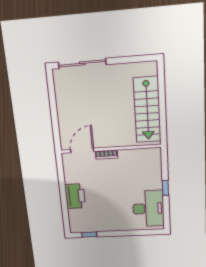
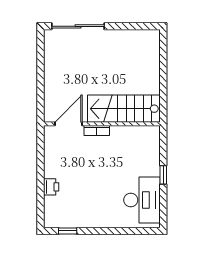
stairs: (147, 110) -> (124, 109), moved, turned 90
printer: (75, 196) -> (51, 187), width x0.53, depth x0.68

